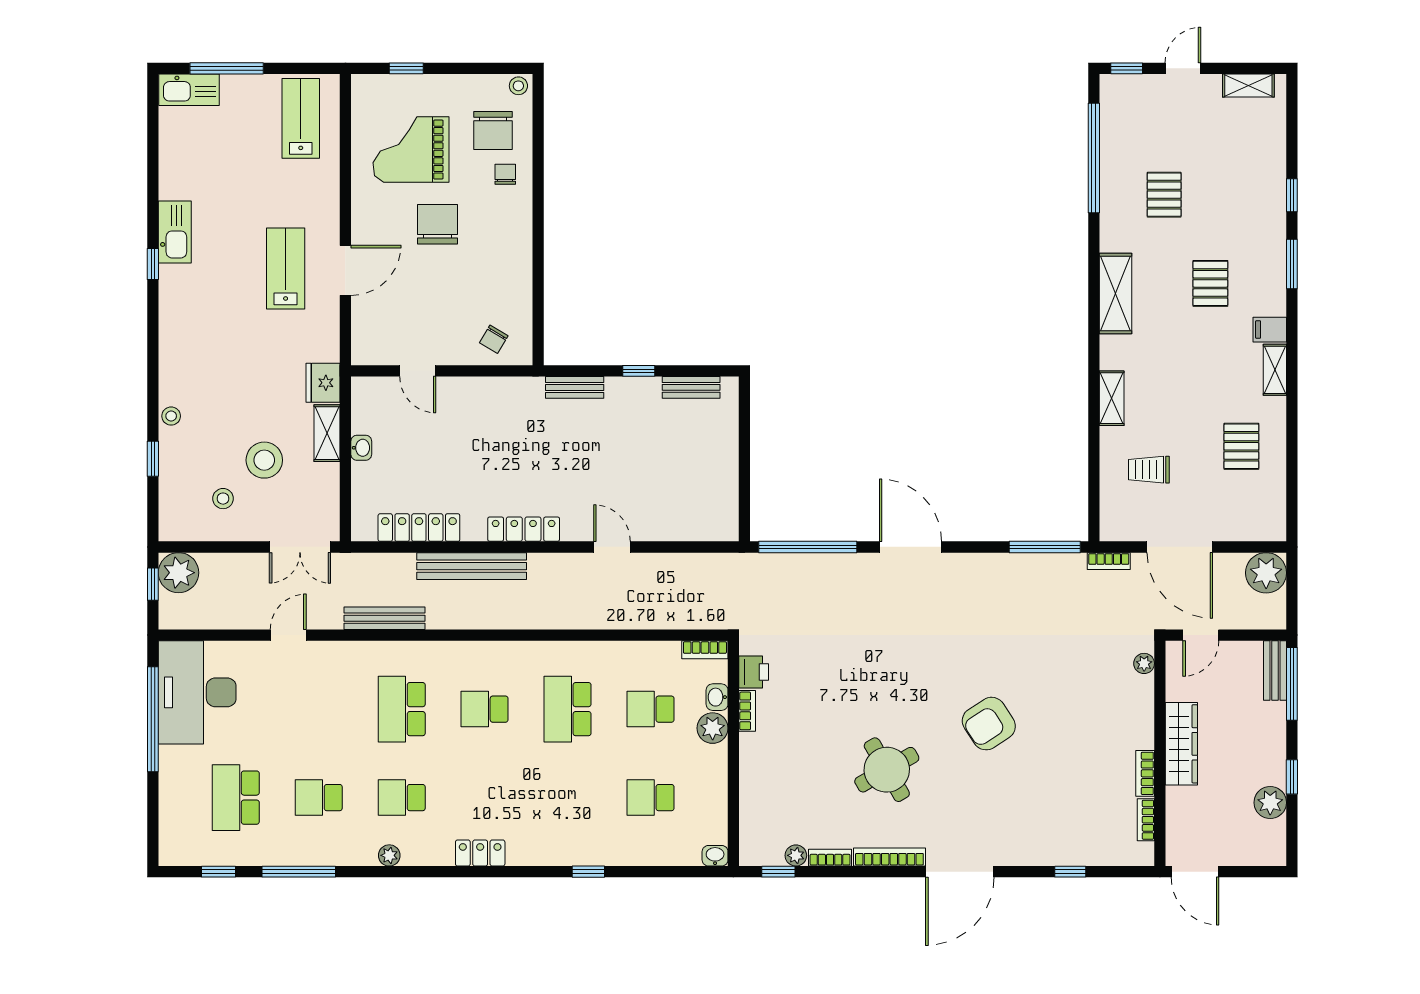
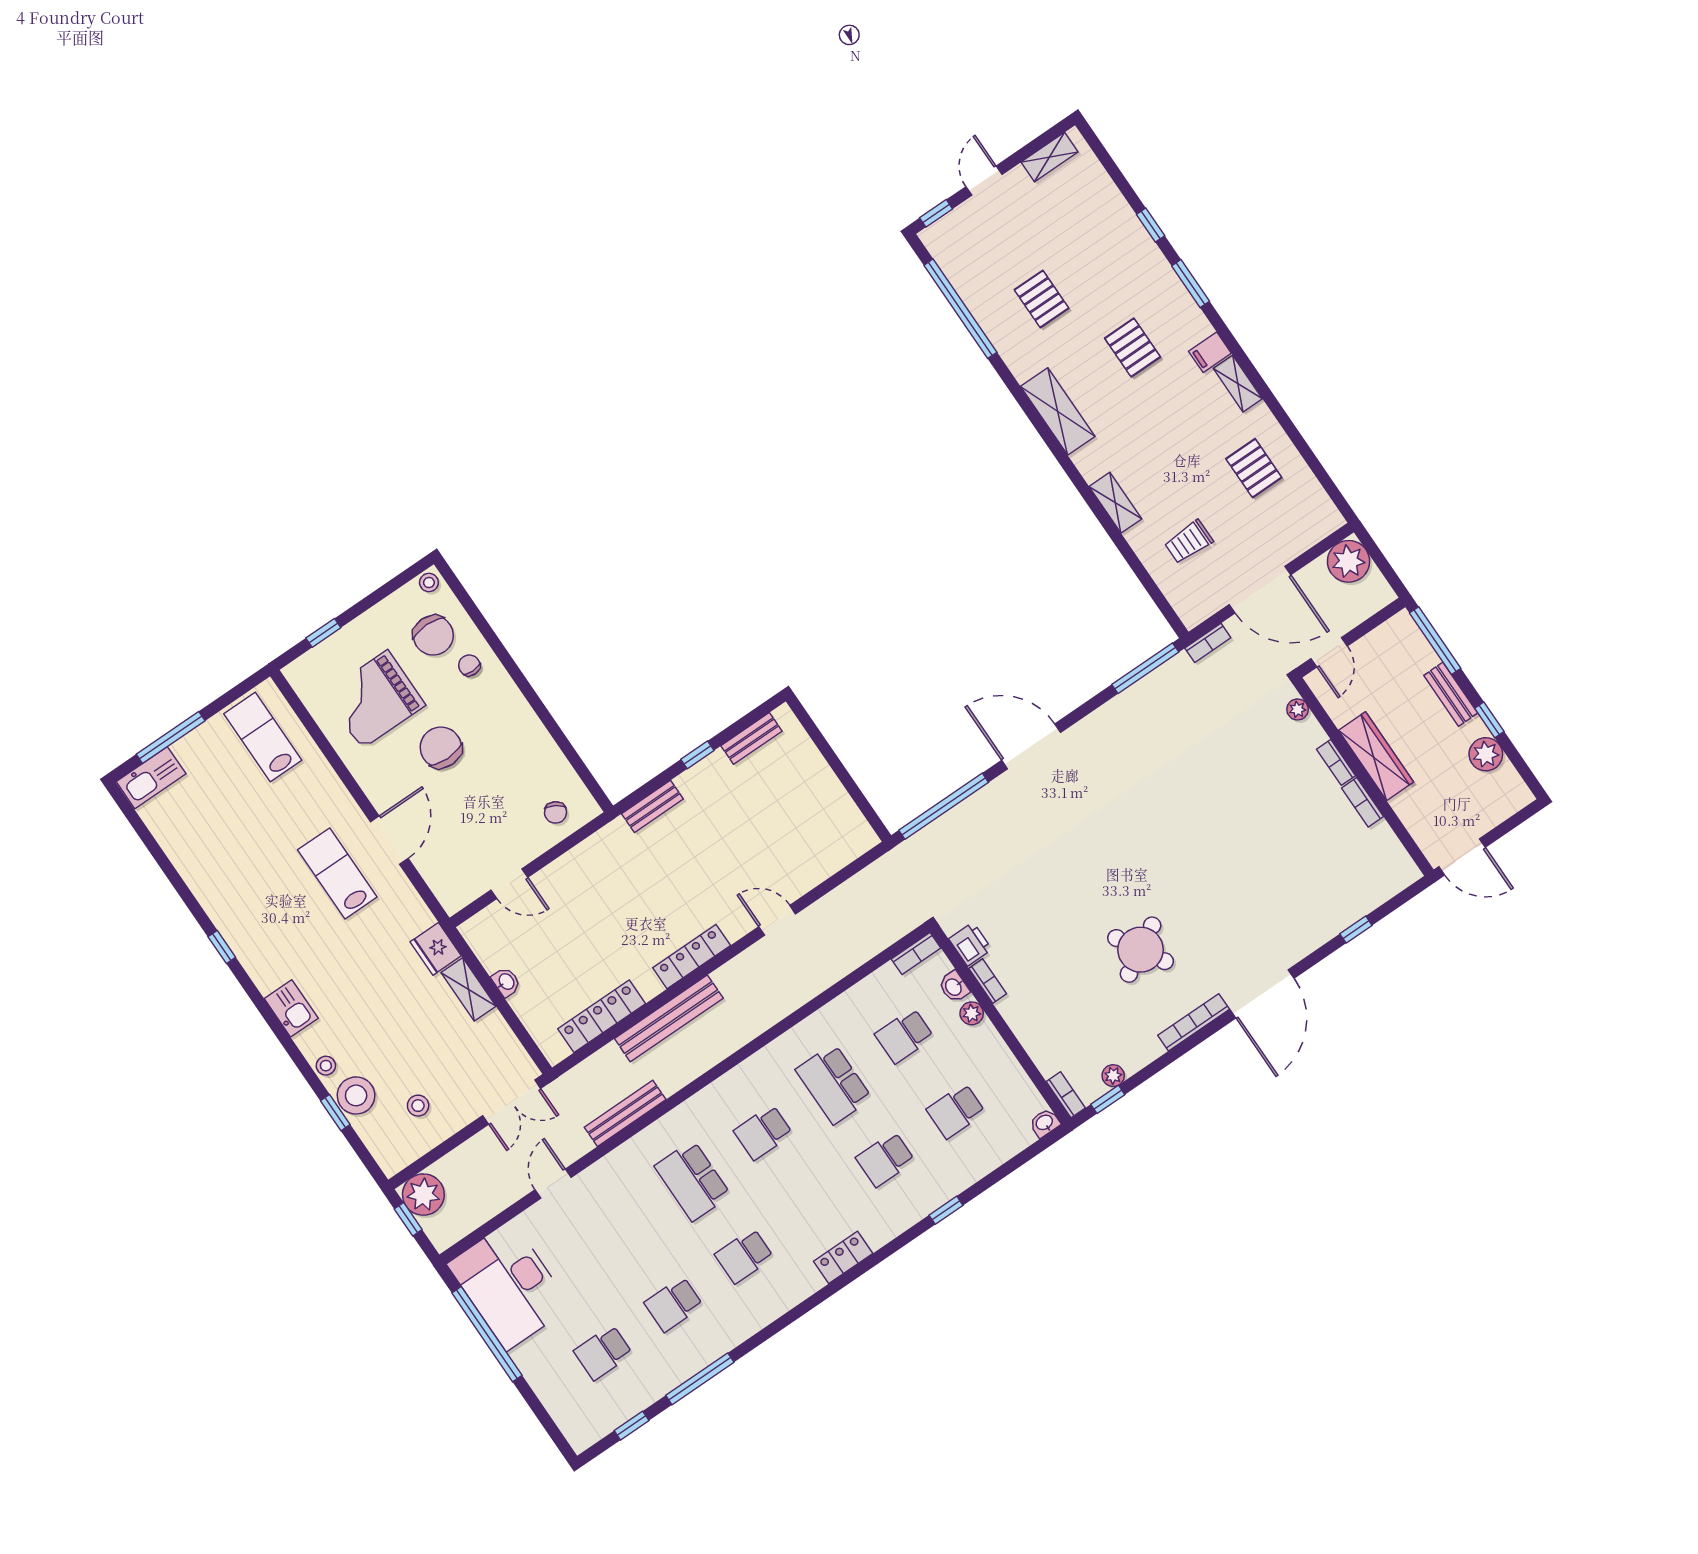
kitchen sink: (175, 232) -> (291, 1008), moved, width x0.73
stool: (264, 460) -> (356, 1095), moved
bench: (1275, 670) -> (1451, 694), moved
armchair: (989, 724) -> (1200, 851), removed
plant: (713, 728) -> (972, 1013), width x0.73, depth x0.73
school desk: (236, 798) -> (603, 1353), width x0.54
school desk: (568, 798) -> (885, 1159), added
bookcase: (1146, 820) -> (1336, 762), moved
plant: (389, 855) -> (767, 1312), removed
bookcase: (830, 858) -> (1066, 1095), moved, turned 90

